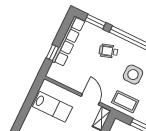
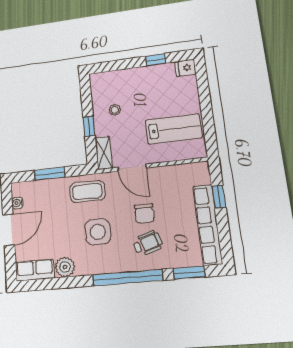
chair: (100, 69) -> (144, 213), added
lab bench: (52, 107) -> (174, 129), turned 180

